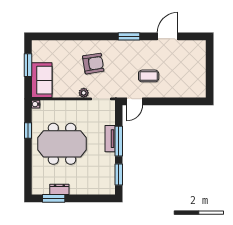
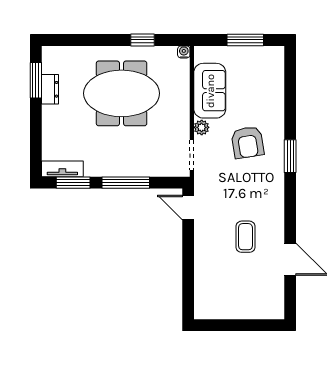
window: (129, 36) -> (290, 156), moved
coffee table: (149, 76) -> (245, 237), moved
sofa: (42, 80) -> (210, 91), moved, turned -90
tv unit: (110, 139) -> (62, 169), moved
meeting table: (62, 144) -> (122, 93), turned 90

